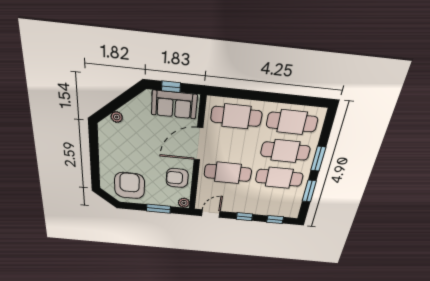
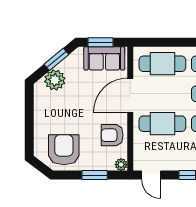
window: (171, 87) -> (101, 42), width x1.50
window: (122, 100) -> (56, 59), added
plant: (117, 117) -> (55, 80), width x1.87, depth x1.87
door: (211, 214) -> (151, 175), swing flipped

